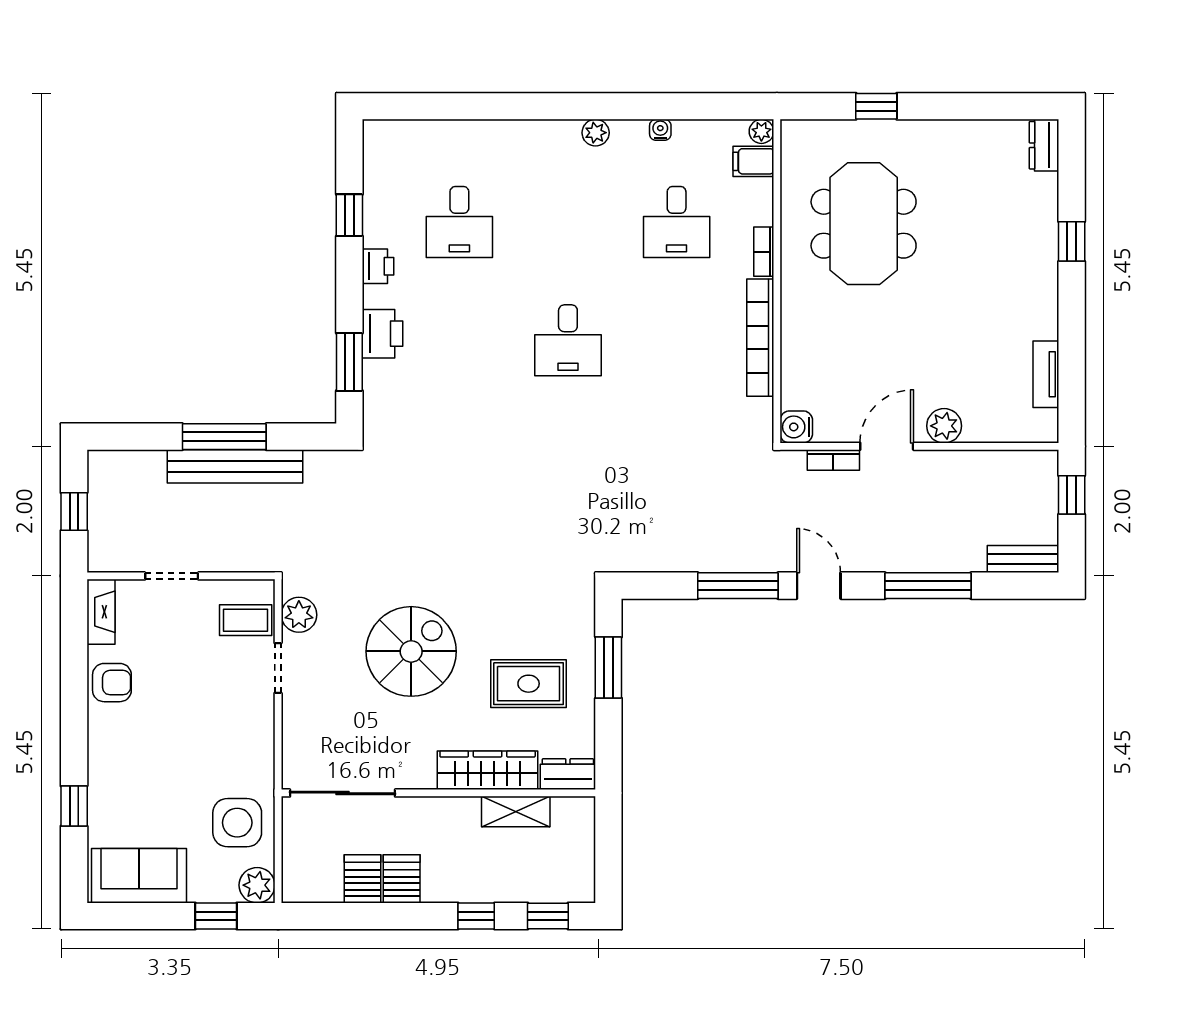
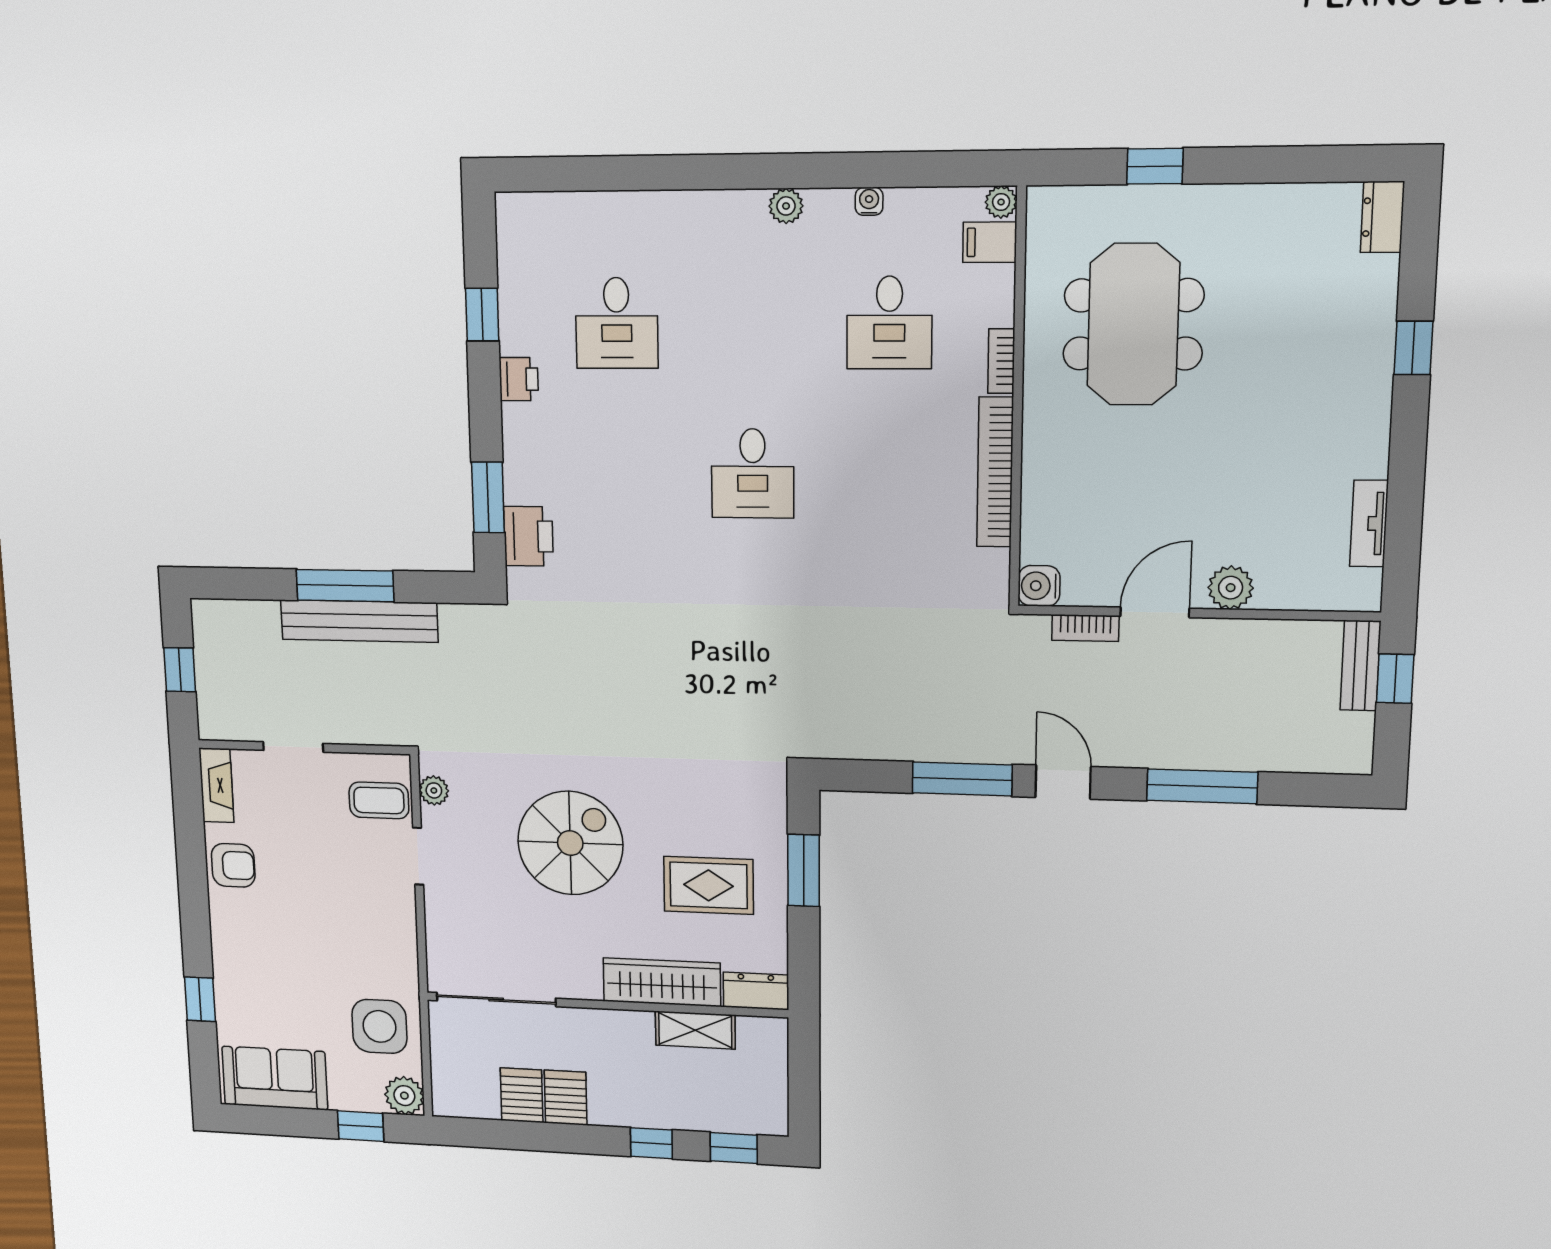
printer: (382, 334) -> (529, 536), moved
bench: (1023, 559) -> (1360, 666), moved, turned 90
plant: (299, 615) -> (434, 790), width x0.73, depth x0.73

